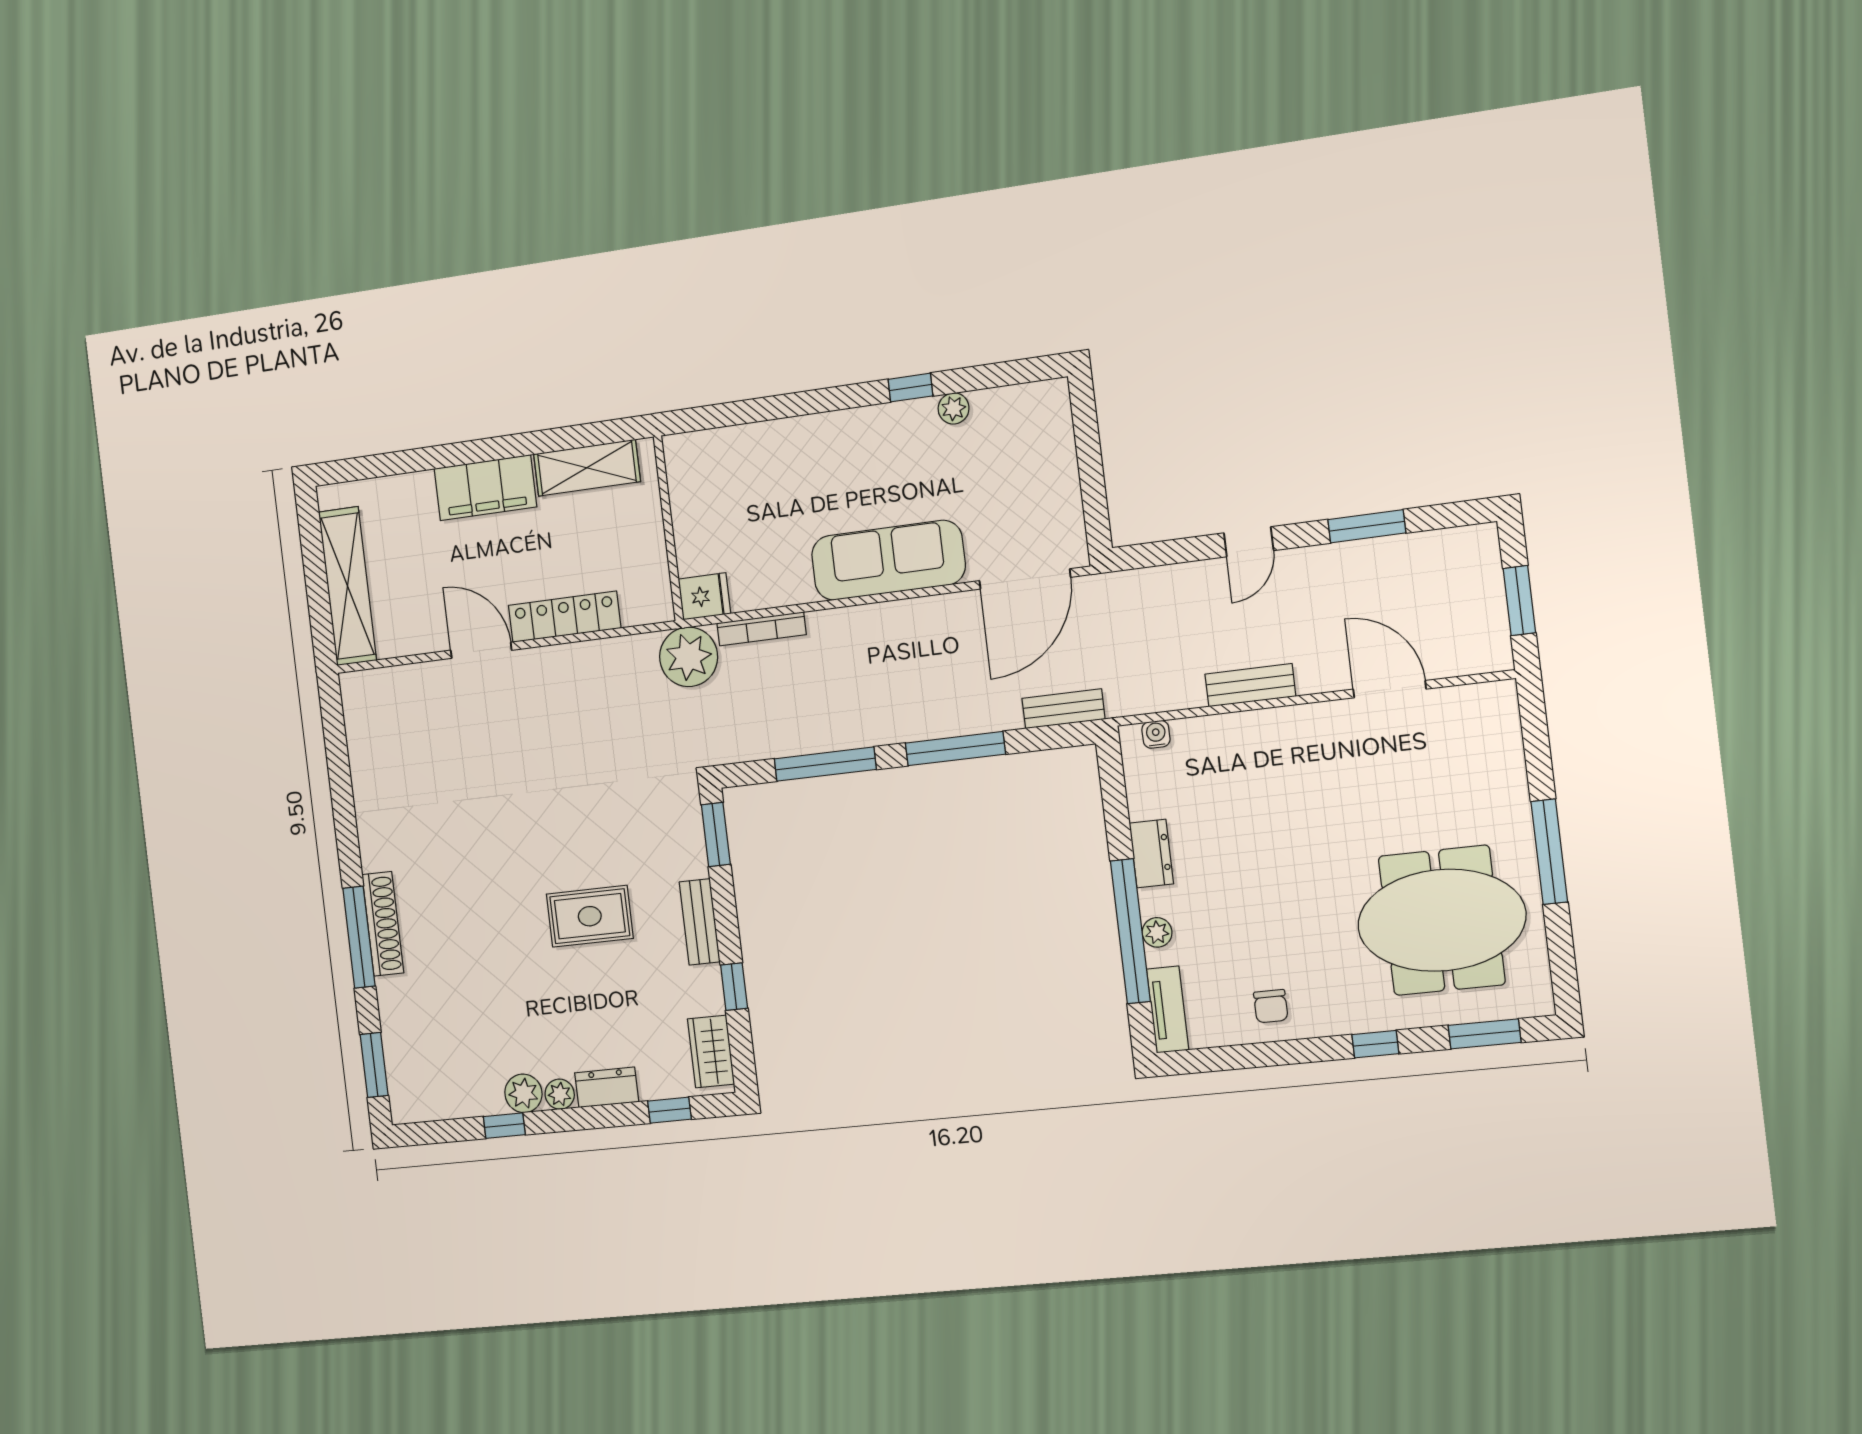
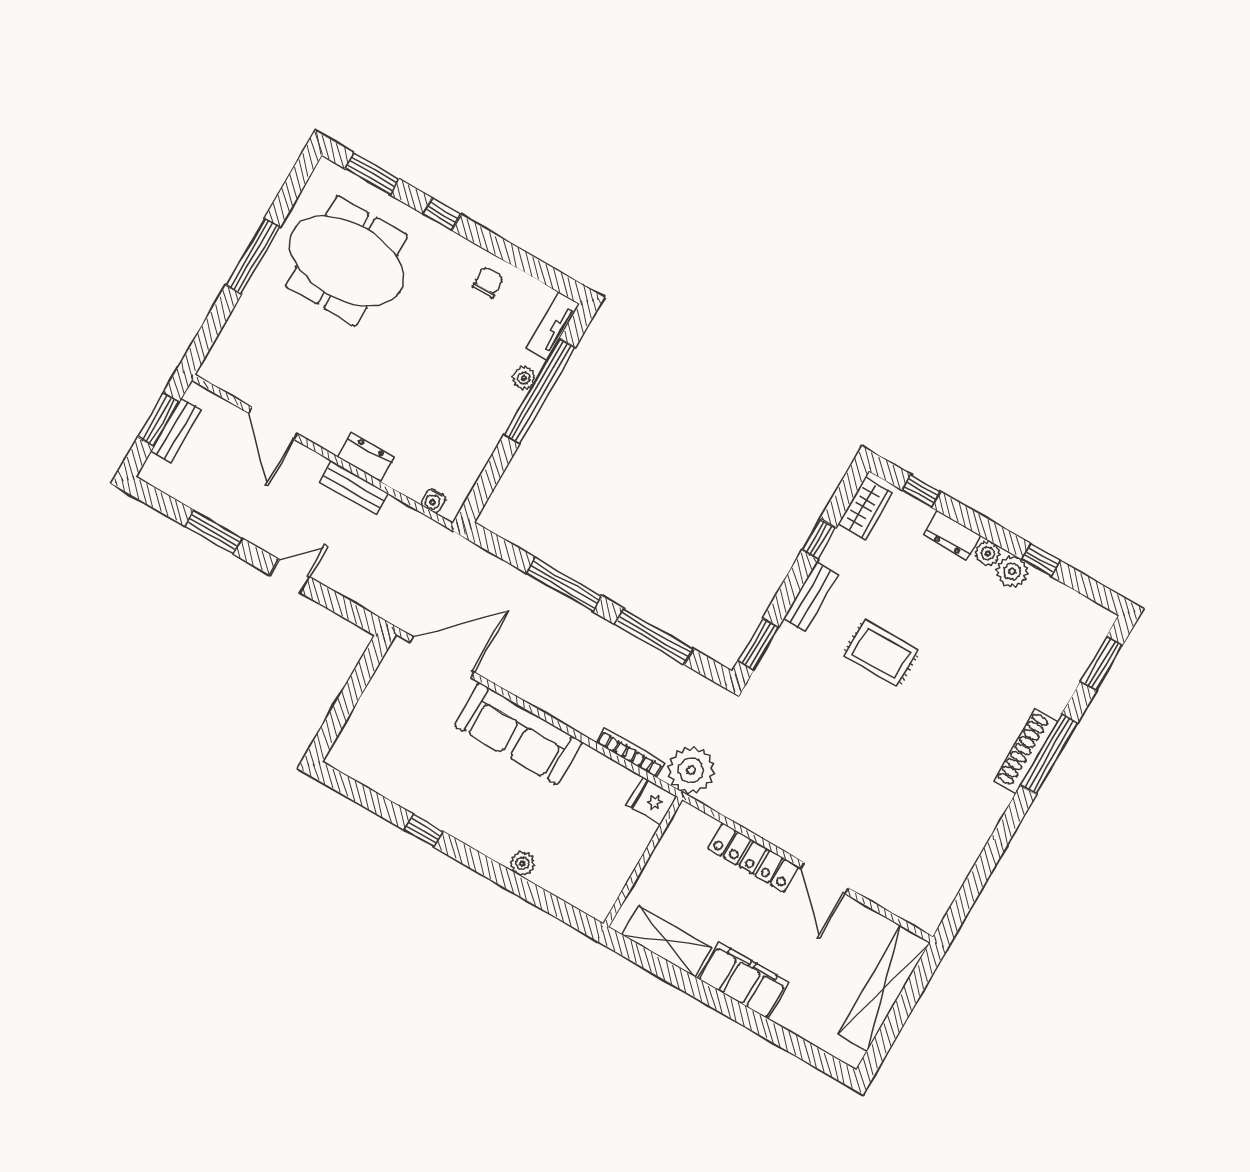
plant: (954, 408) -> (522, 864), moved
bench: (1063, 709) -> (176, 430), moved, turned 90
dresser: (1151, 854) -> (366, 457), moved, turned 90

